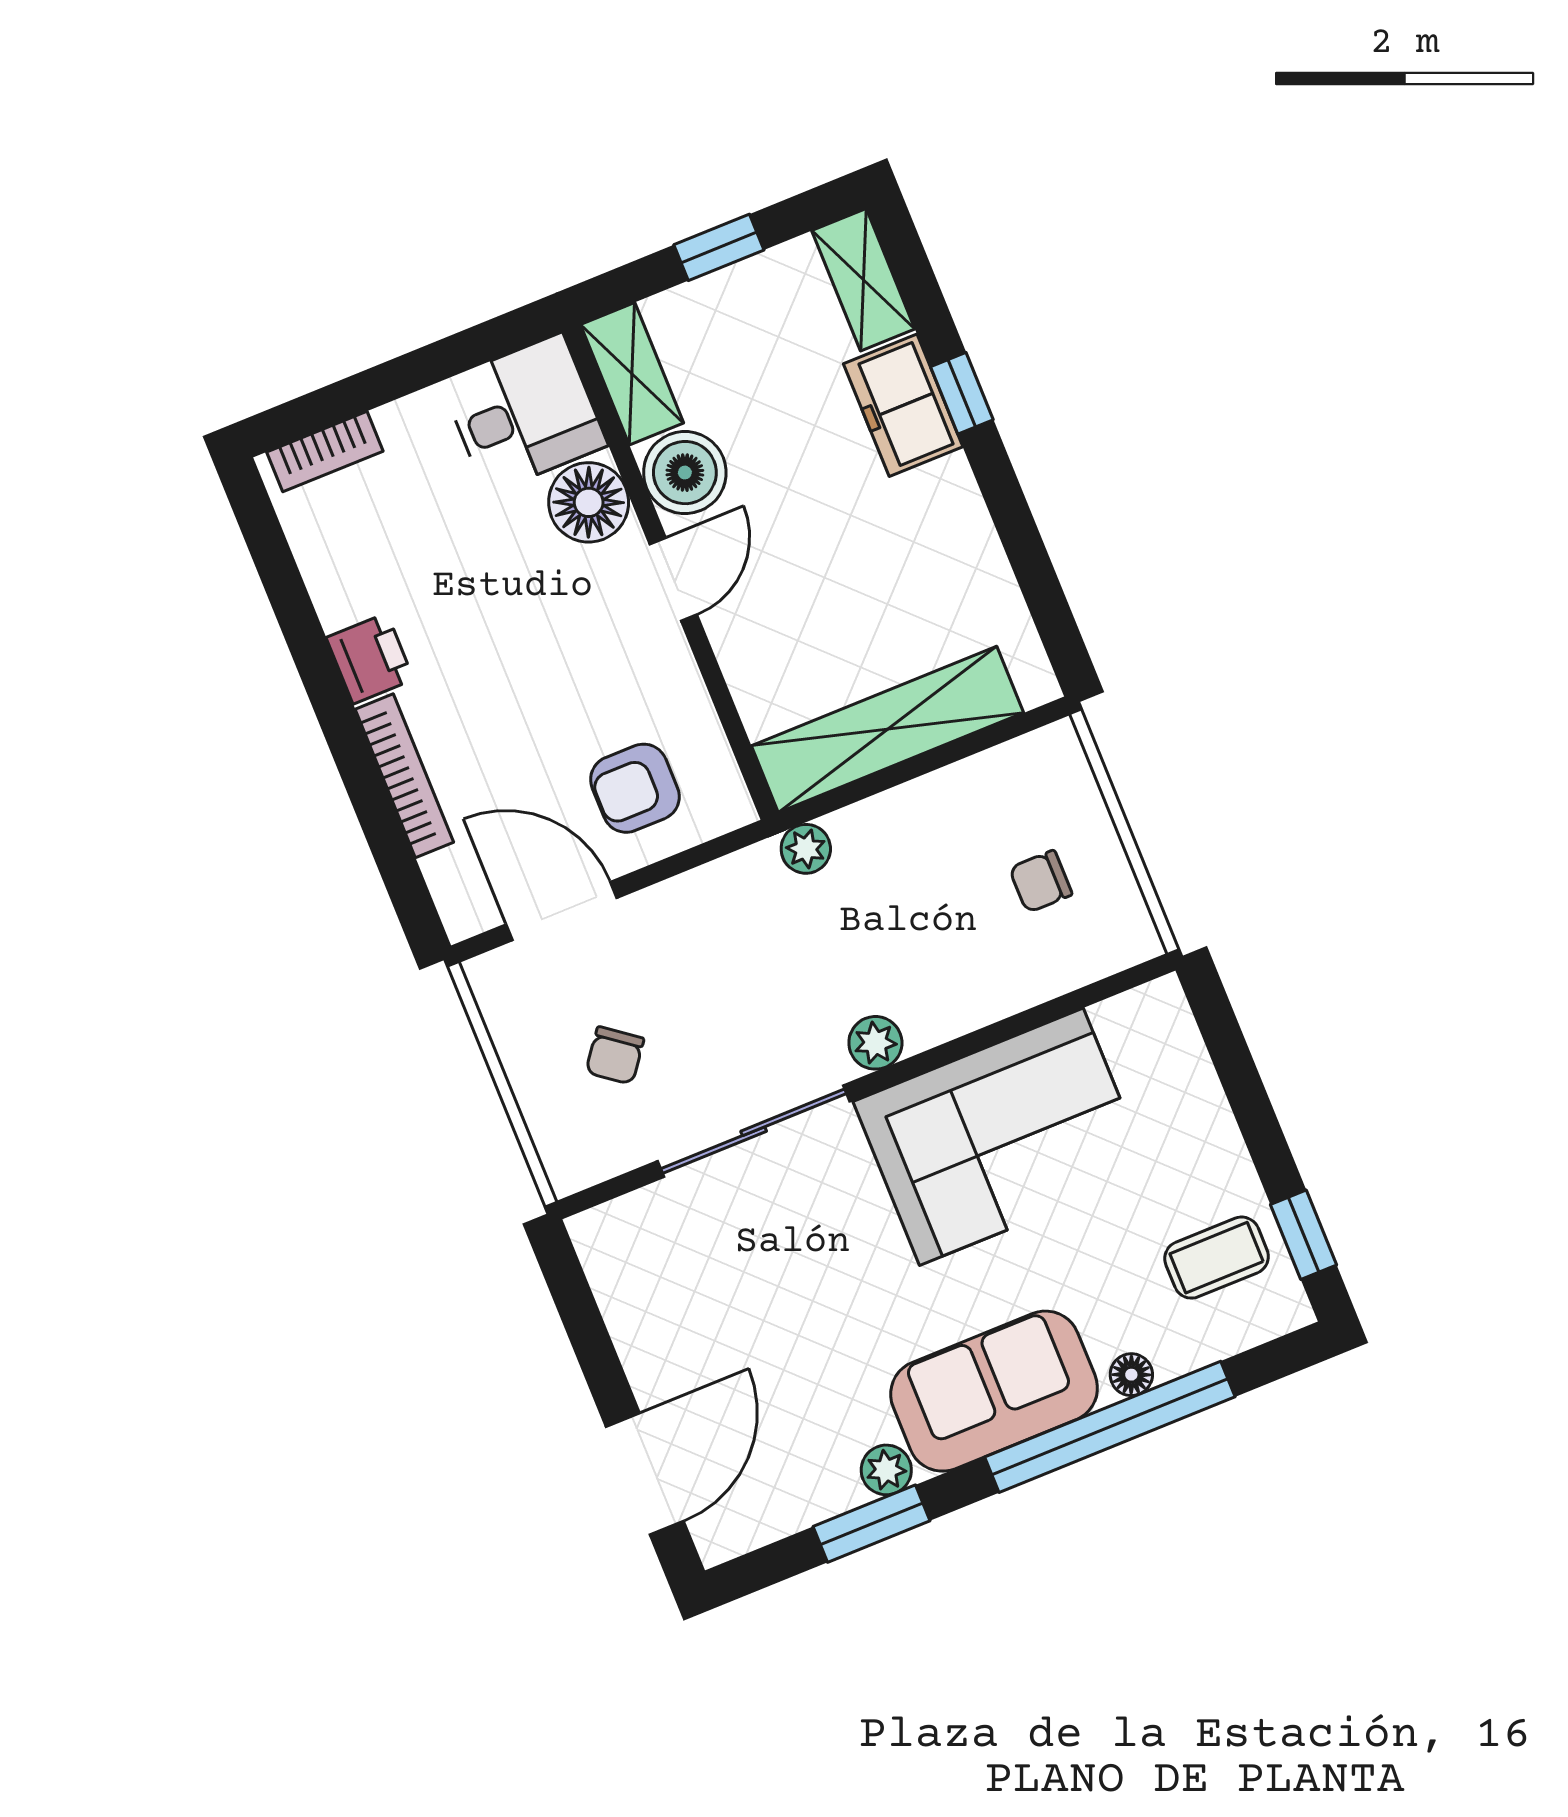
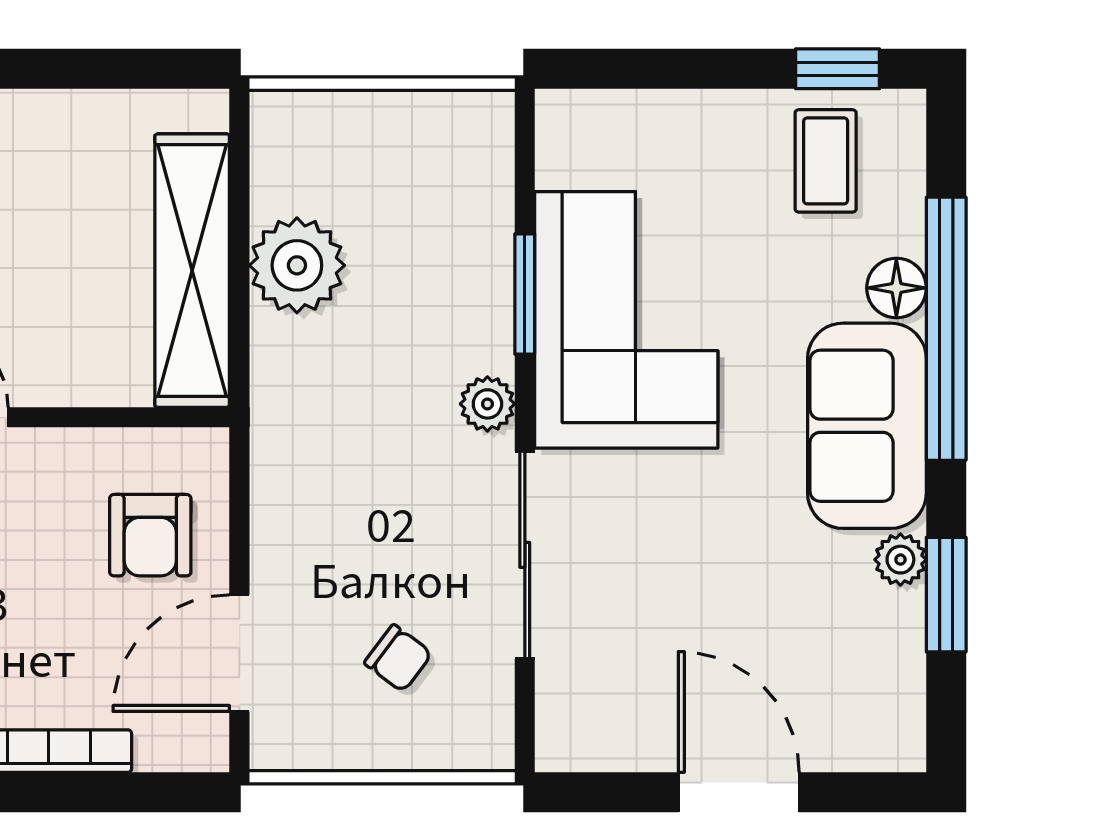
plant: (806, 849) -> (297, 265), moved, width x1.87, depth x1.87
chair: (1041, 881) -> (397, 183), removed
window: (988, 1036) -> (525, 294), added
floor lamp: (1131, 1375) -> (896, 288), width x1.37, depth x1.37
door: (645, 1474) -> (739, 792), moved

